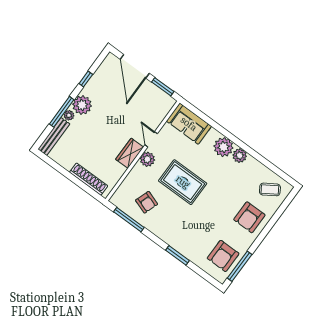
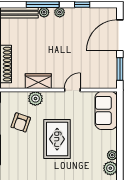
plant: (82, 105) -> (60, 12), width x0.53, depth x0.53
plant: (223, 147) -> (112, 155), width x0.53, depth x0.53
wardrobe: (130, 153) -> (38, 81), moved
plant: (147, 159) -> (35, 99), moved

